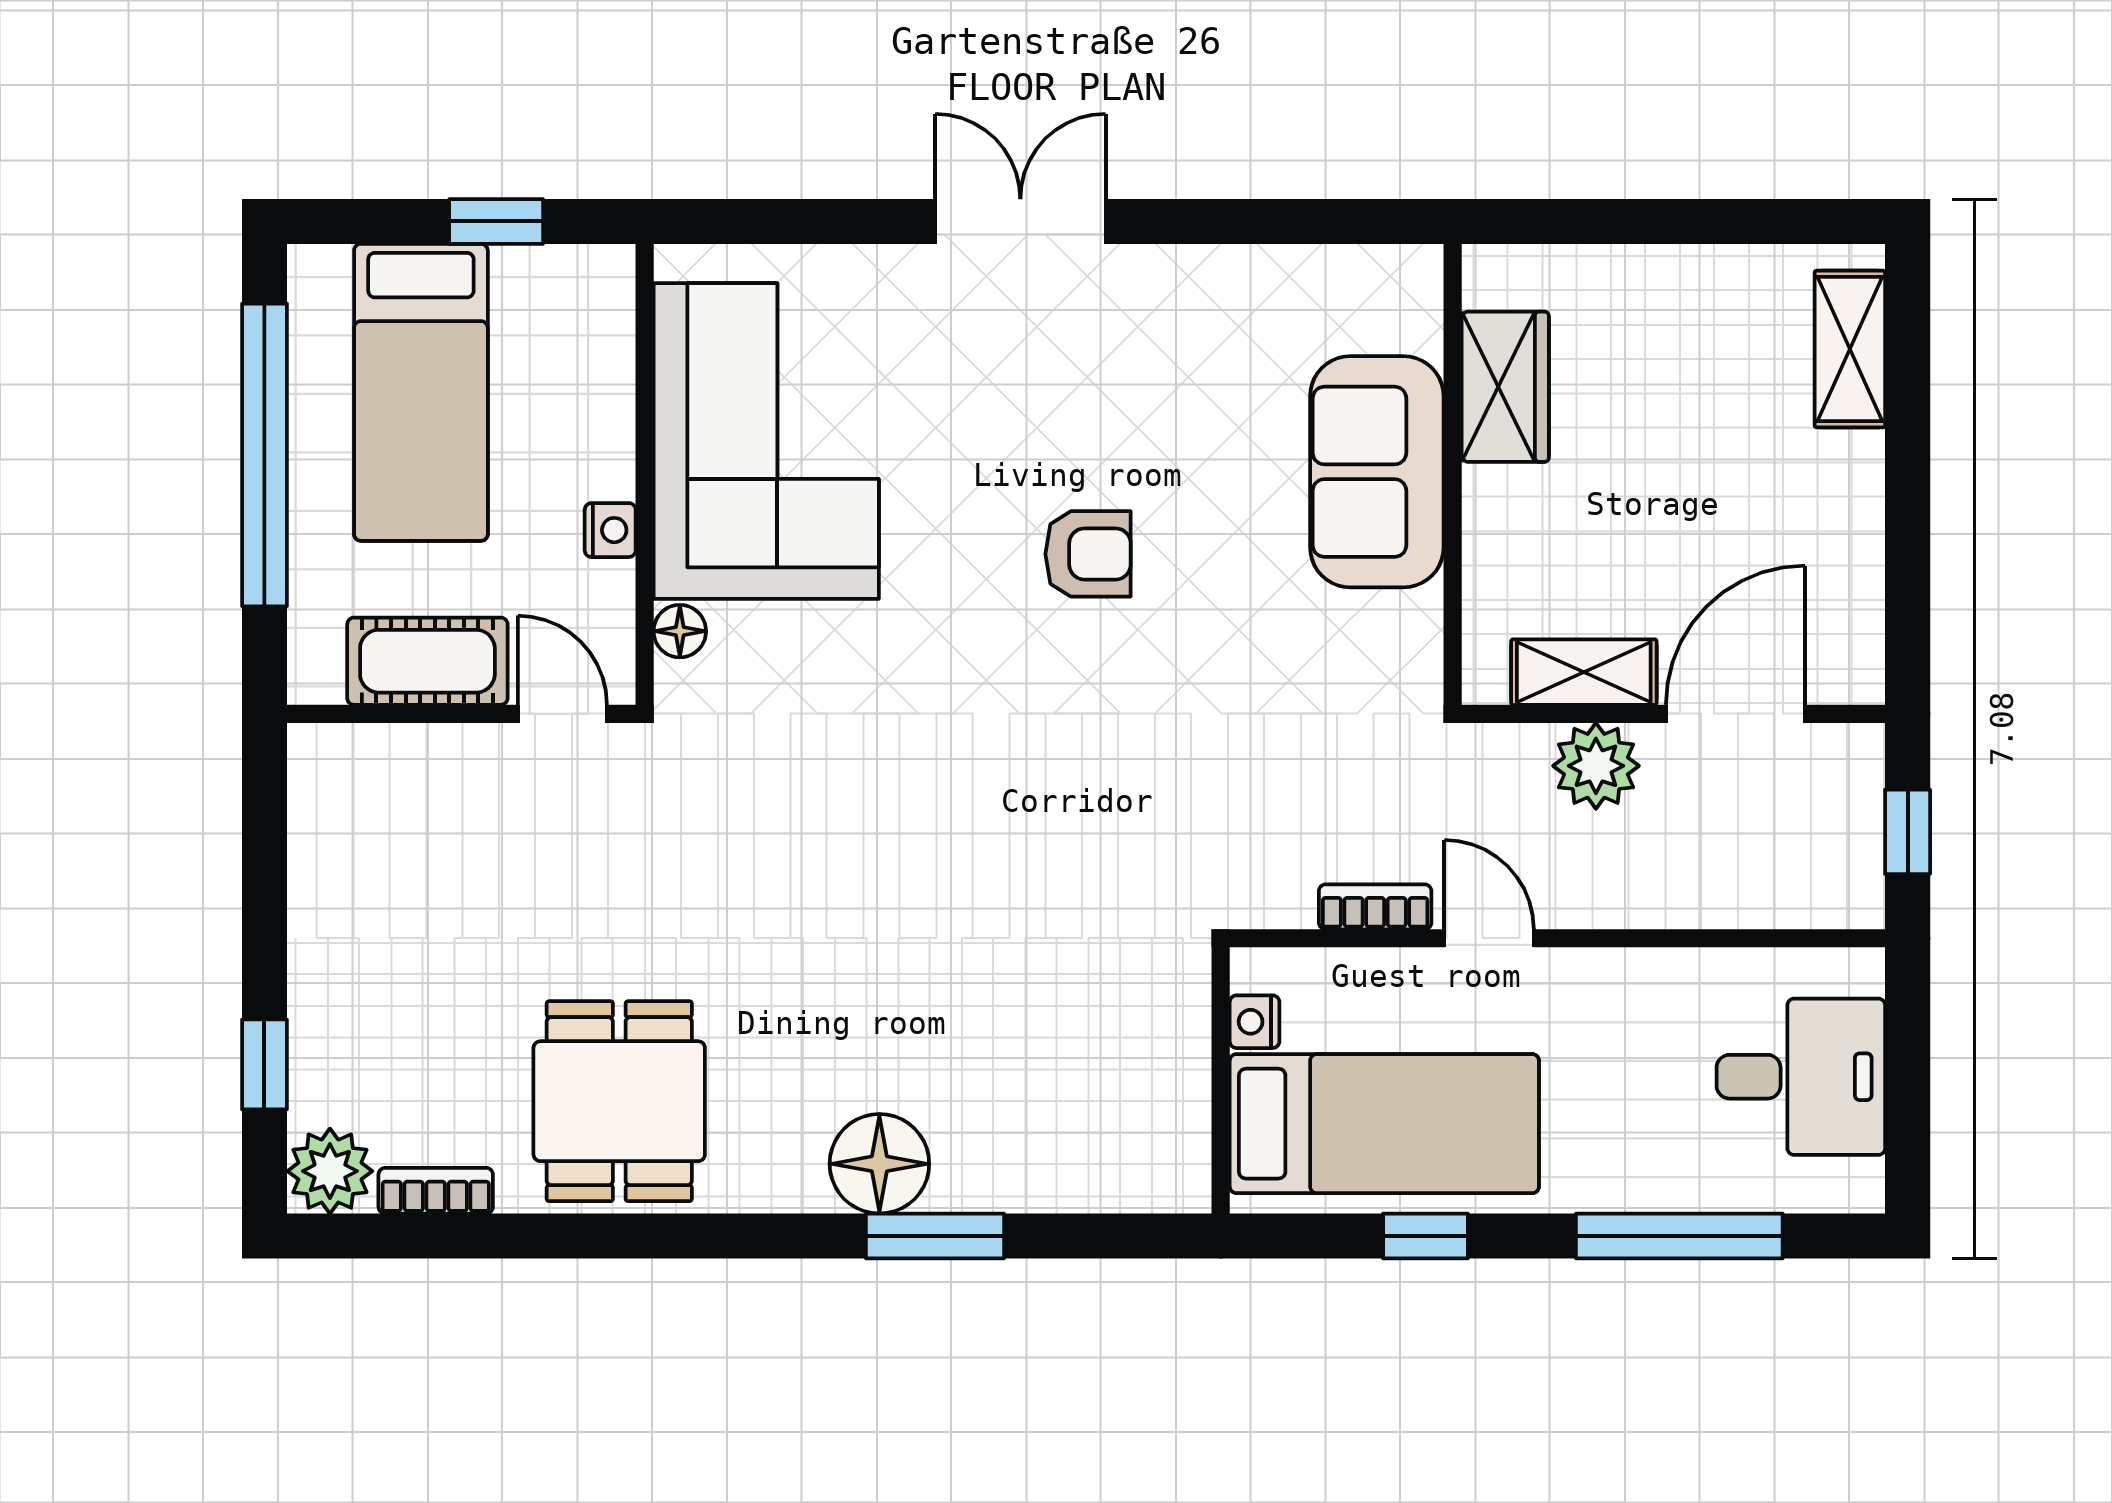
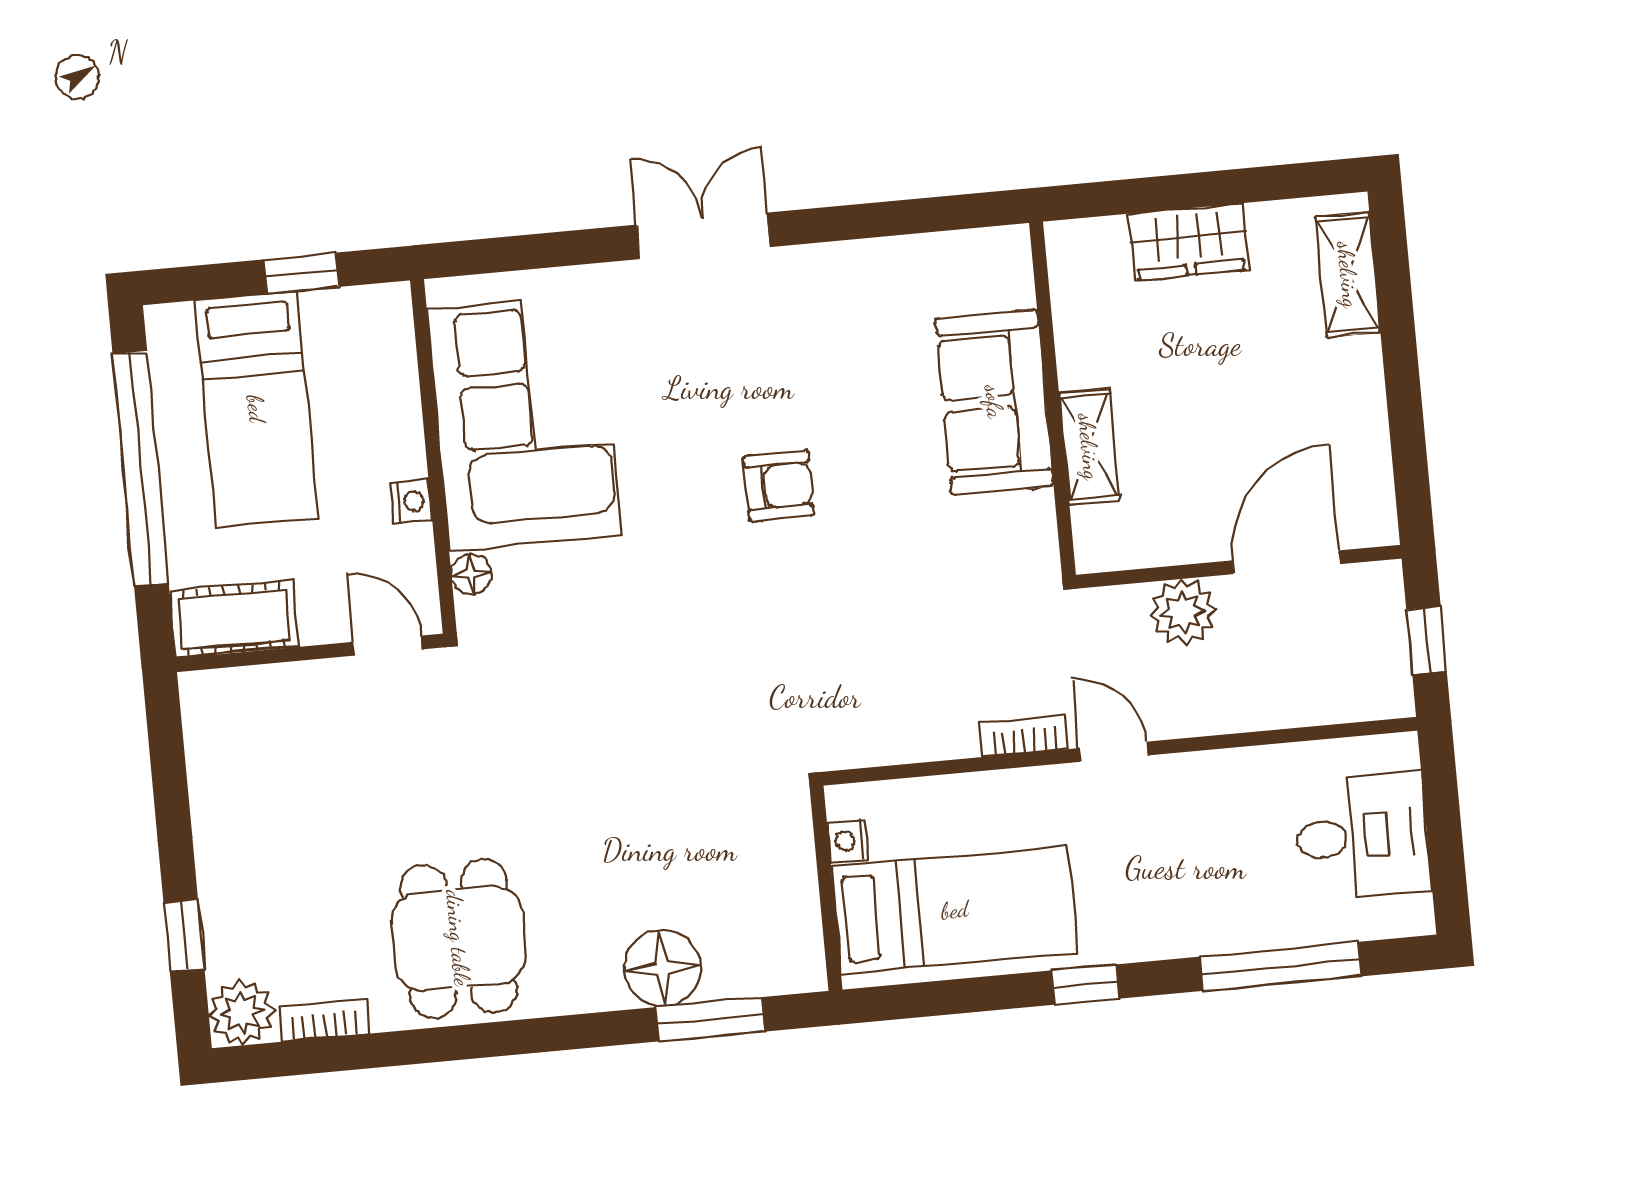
wardrobe: (1505, 387) -> (1189, 242), moved, turned 90
cot: (427, 661) -> (234, 619), moved
shelving: (1584, 672) -> (1089, 447), moved, turned 90
nightstand: (1255, 1022) -> (848, 841), moved
wall: (1221, 1080) -> (826, 888), moved
bed: (1384, 1124) -> (955, 910), moved

